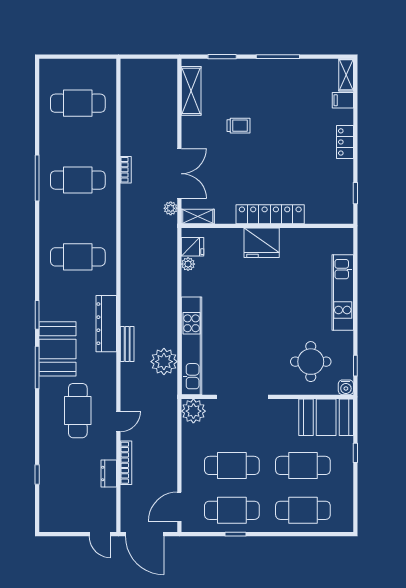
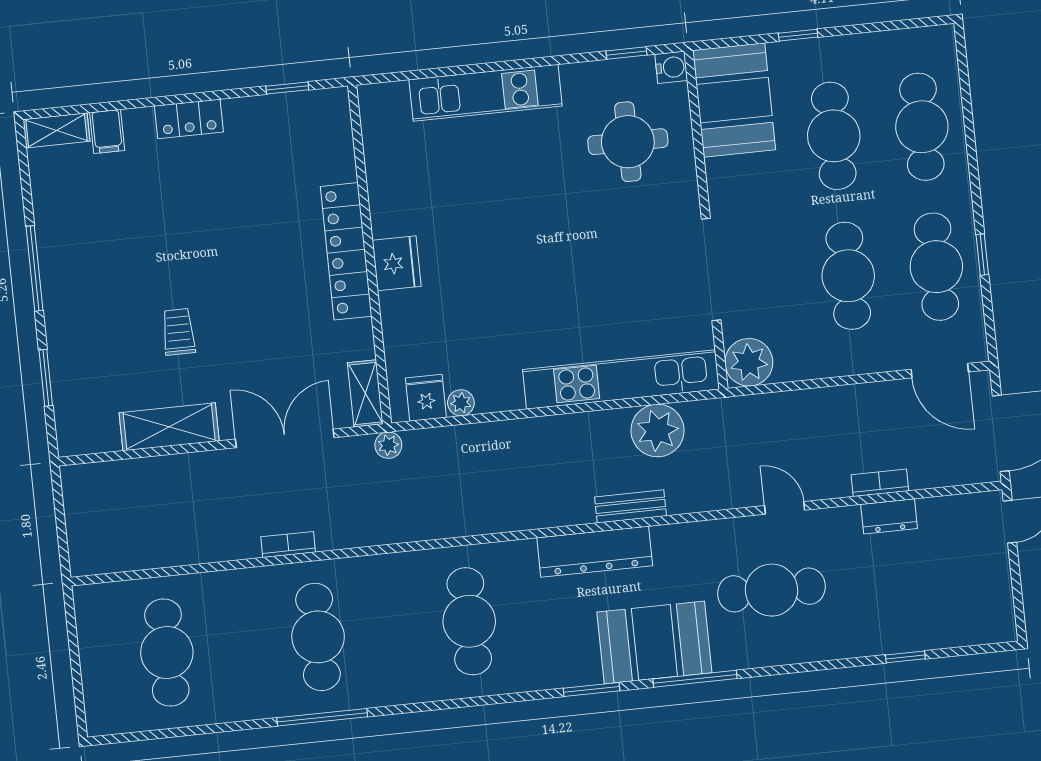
shelving: (191, 91) -> (169, 427), moved
plant: (171, 208) -> (388, 445), moved
fridge: (262, 243) -> (397, 263), width x0.73, depth x0.75
bookcase: (126, 463) -> (880, 483), width x0.64

